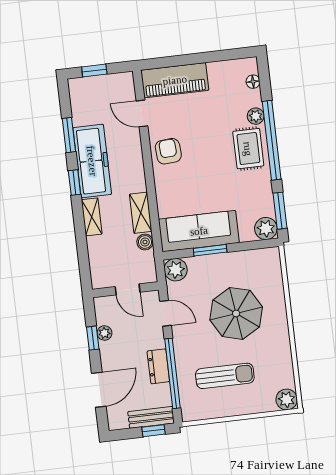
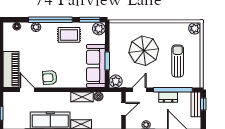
door: (142, 113) -> (27, 90), swing flipped
rug: (248, 149) -> (69, 35), moved

